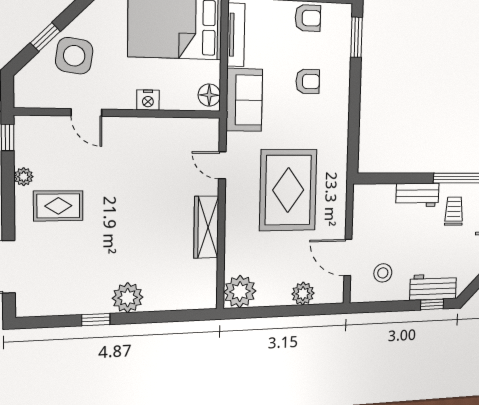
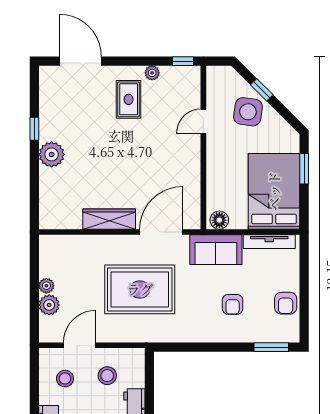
nightstand: (148, 100) -> (214, 170), removed
door: (222, 165) -> (161, 232), width x1.88
stool: (381, 226) -> (107, 376), added
plant: (240, 292) -> (46, 286), moved, width x0.53, depth x0.53

